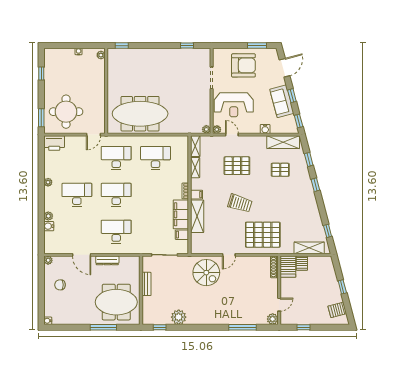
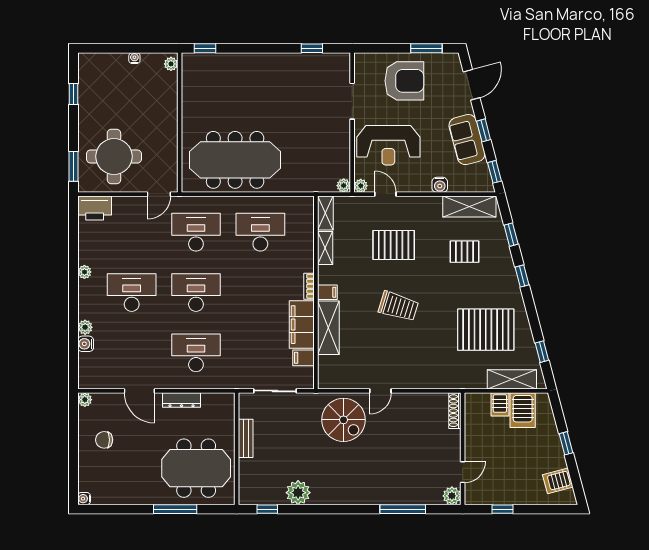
pallet: (263, 235) -> (486, 330), moved
server rack: (288, 267) -> (523, 410), moved

